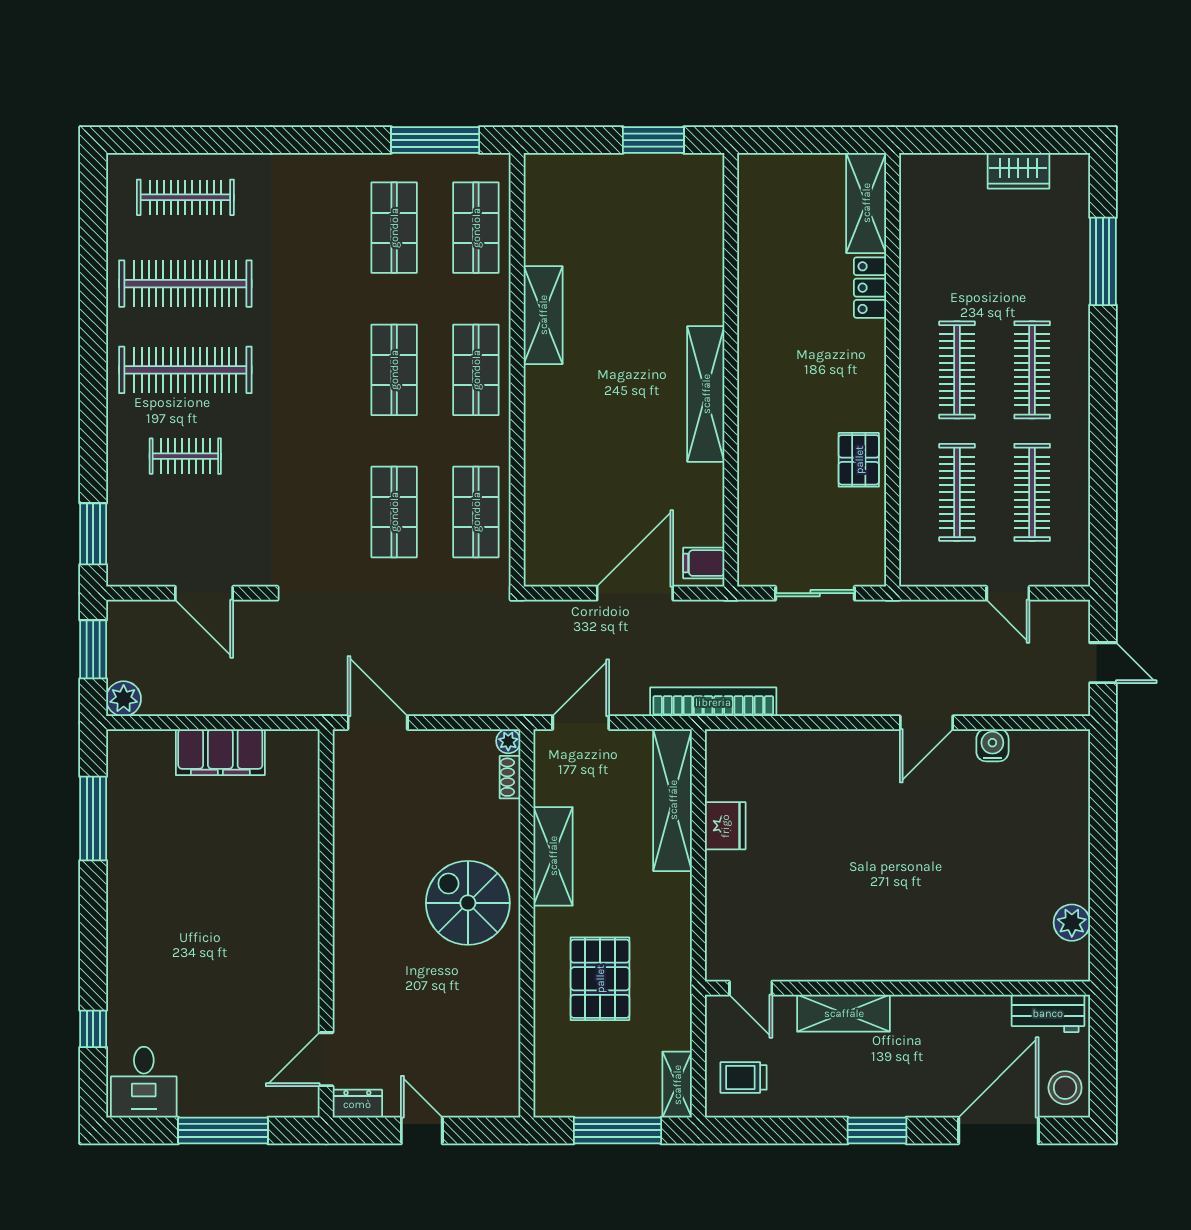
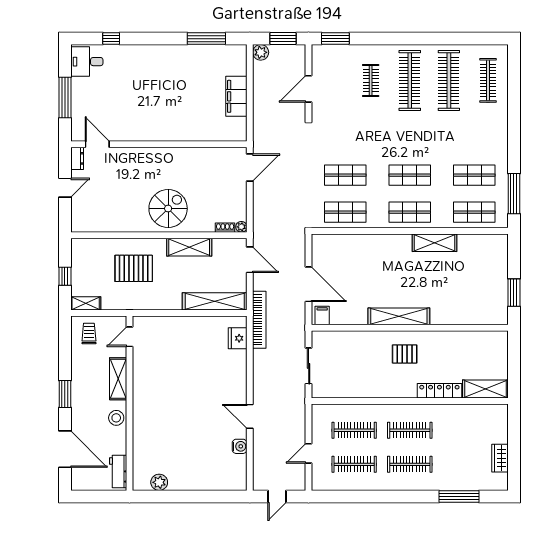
locker: (870, 288) -> (439, 391), width x1.53
pallet: (859, 460) -> (405, 354), moved
fridge: (725, 826) -> (238, 338), moved, turned 90
stool: (1065, 1088) -> (116, 418), moved
window: (617, 1130) -> (65, 276), width x0.46

